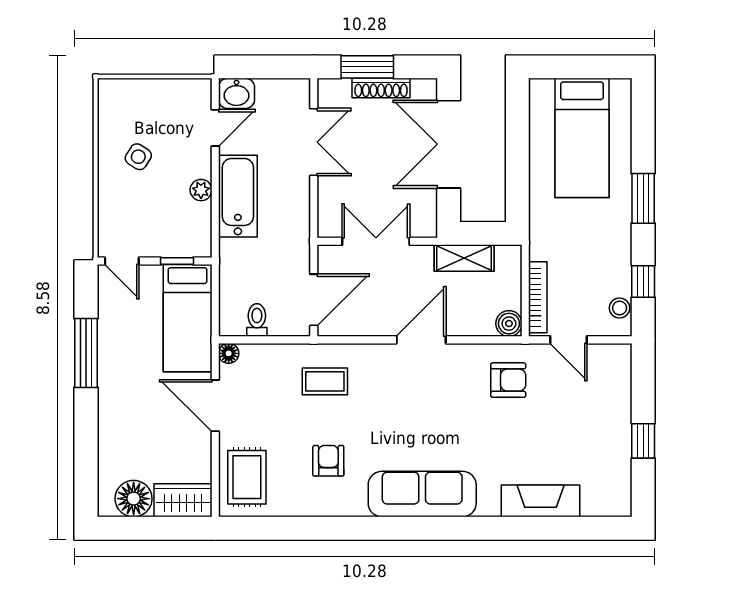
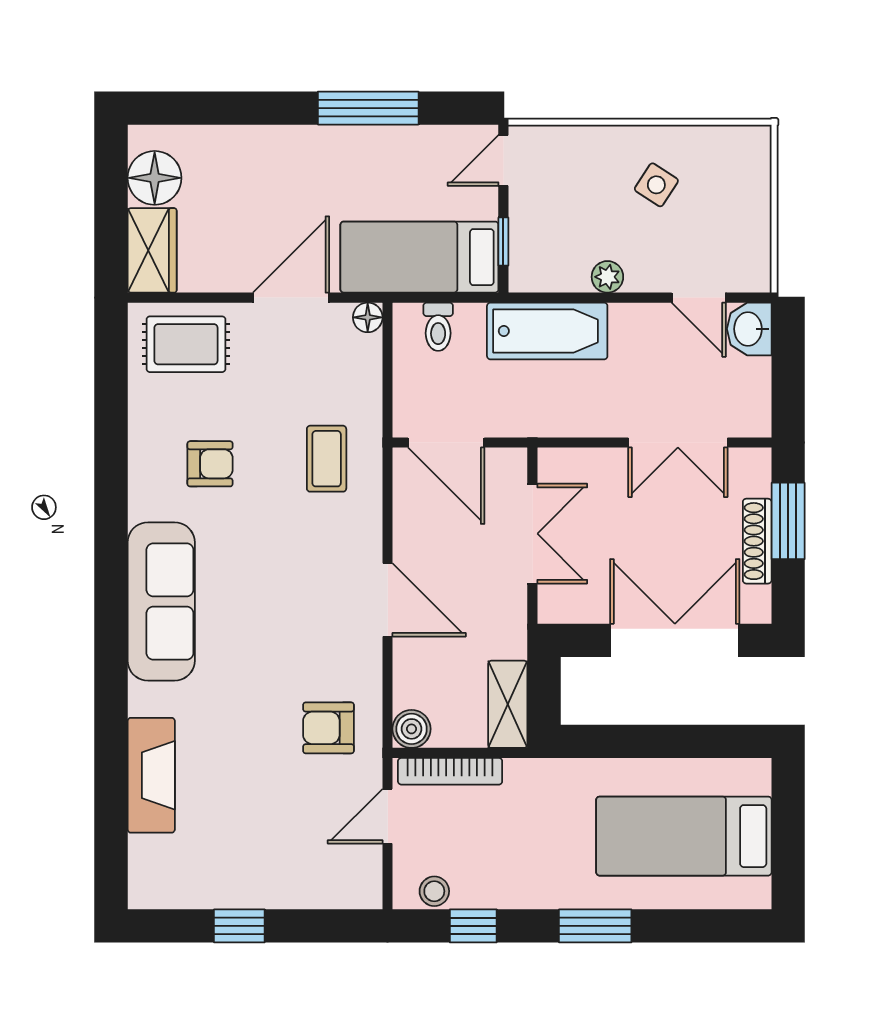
bathtub: (238, 196) -> (547, 331), moved
shelving: (464, 258) -> (508, 704), moved
toilet: (257, 320) -> (438, 327), moved, turned 90
armchair: (508, 380) -> (328, 728), turned 90

